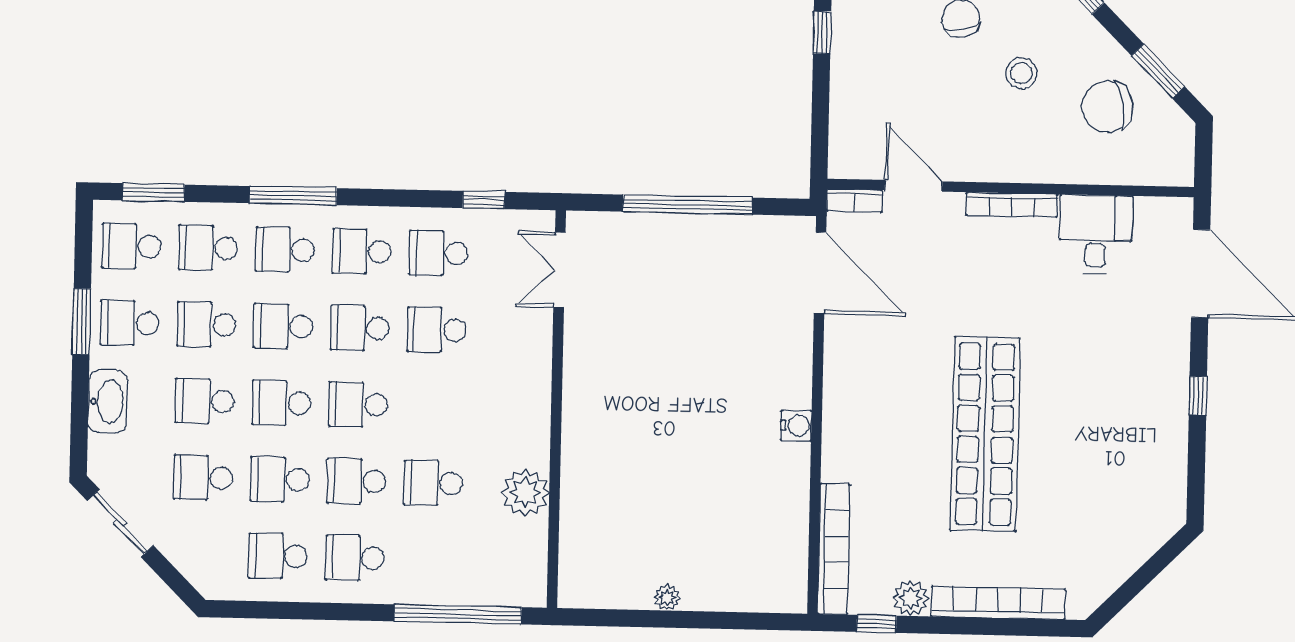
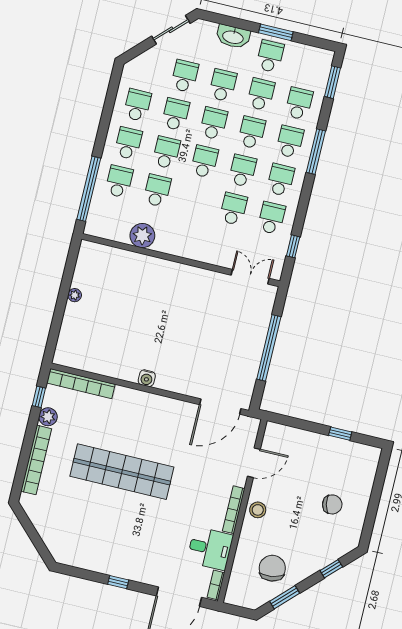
stool: (1021, 73) -> (258, 510), moved
bookcase: (854, 201) -> (216, 585), moved
school desk: (131, 246) -> (119, 181), moved

